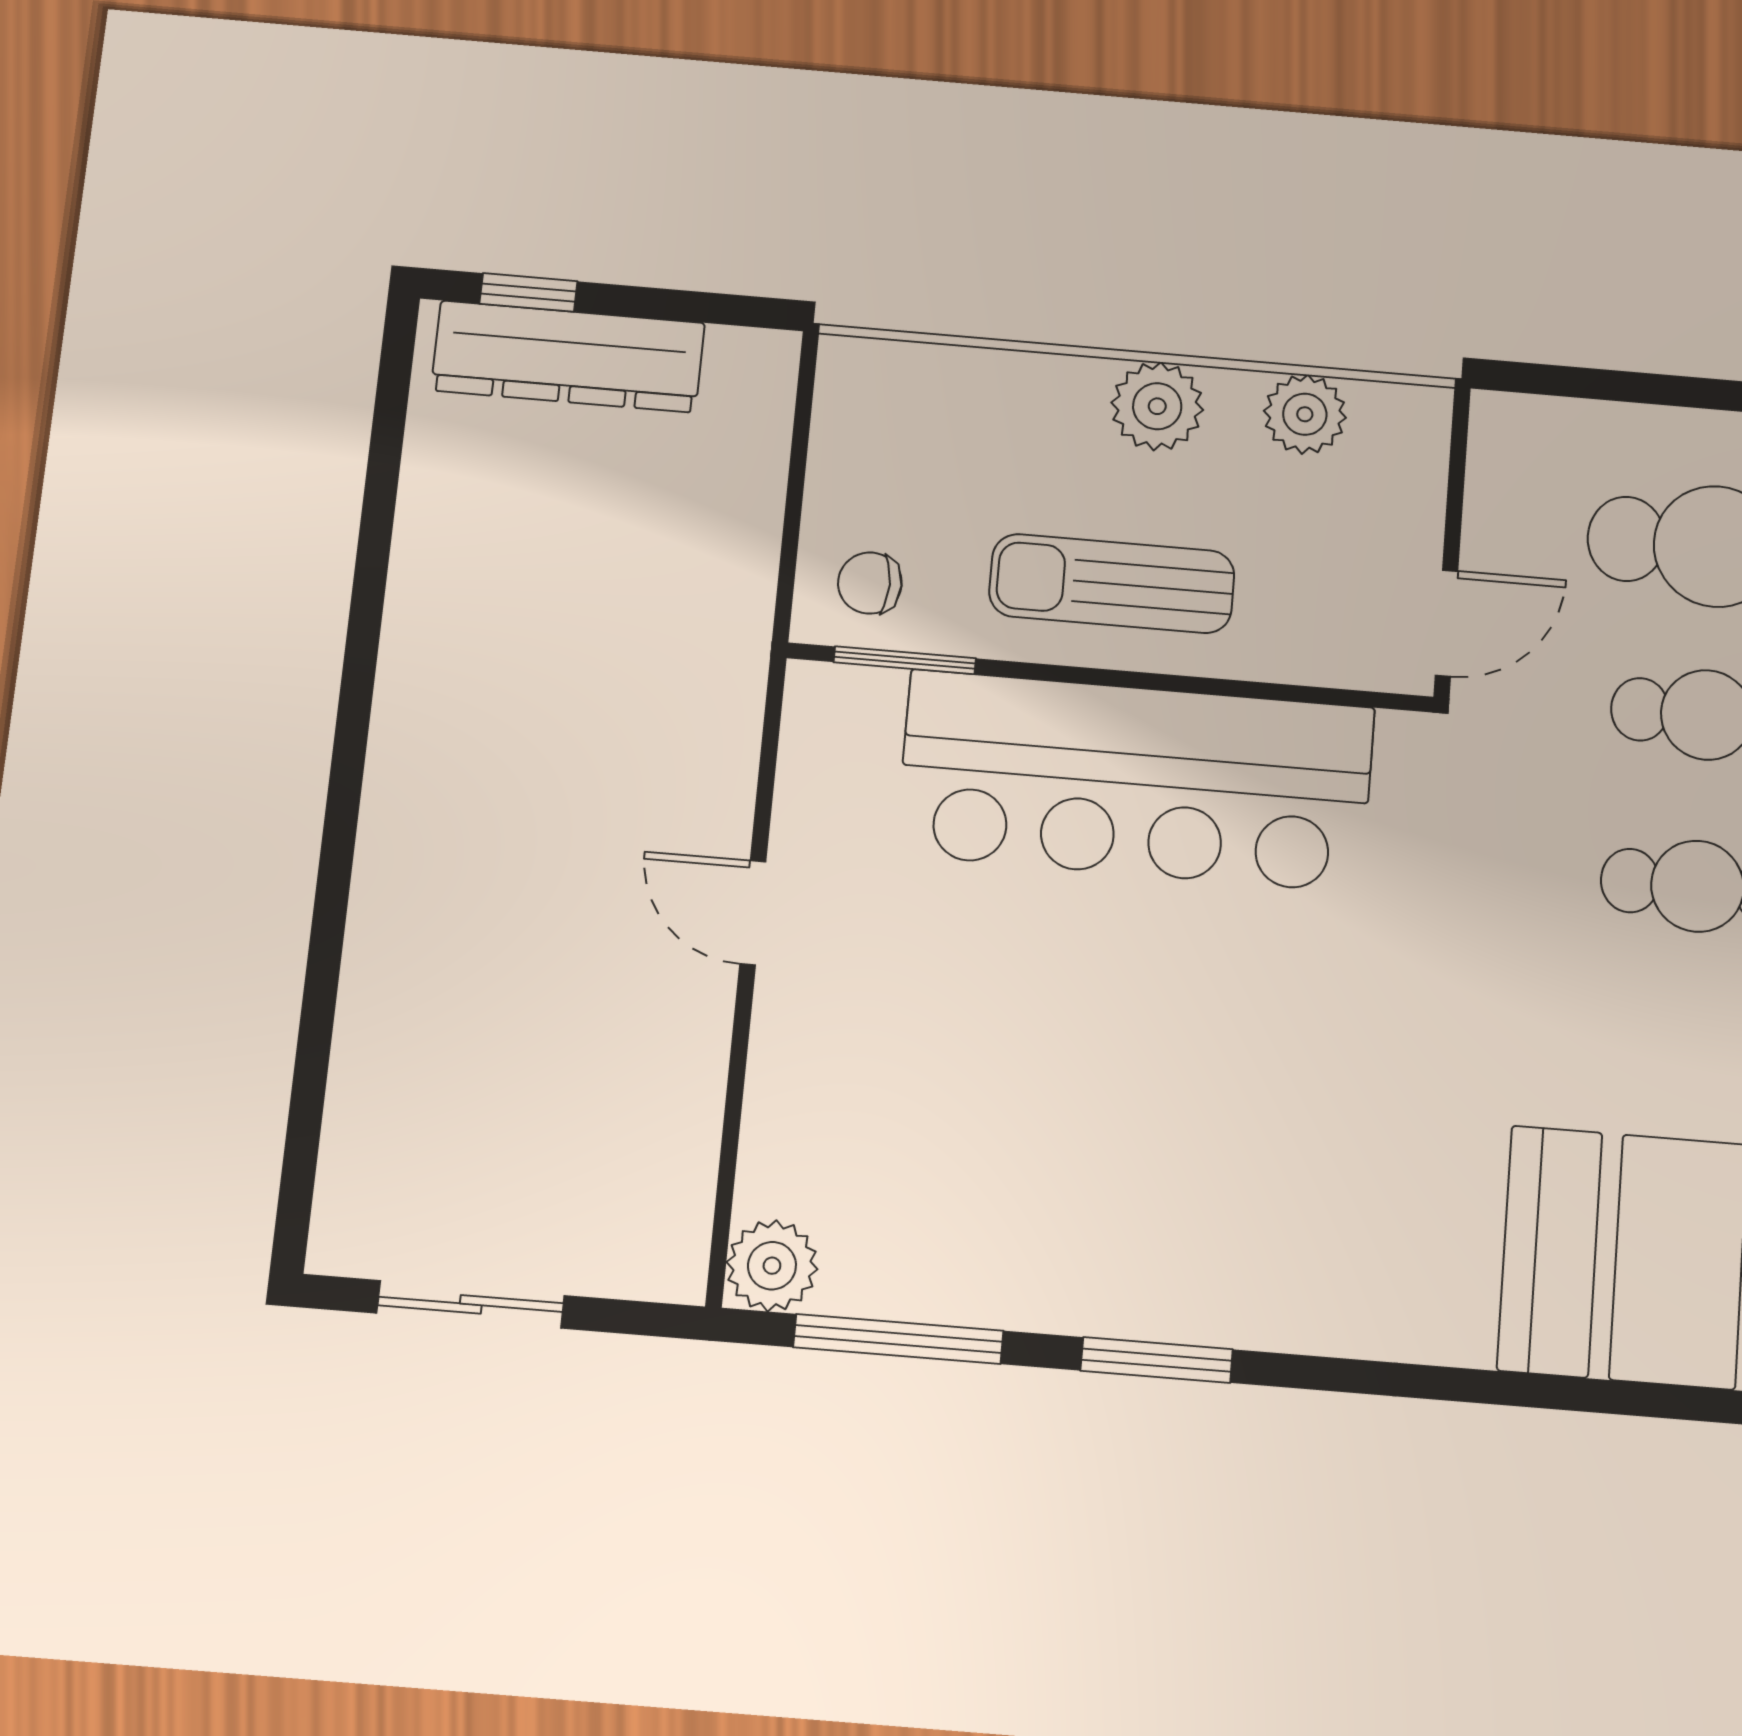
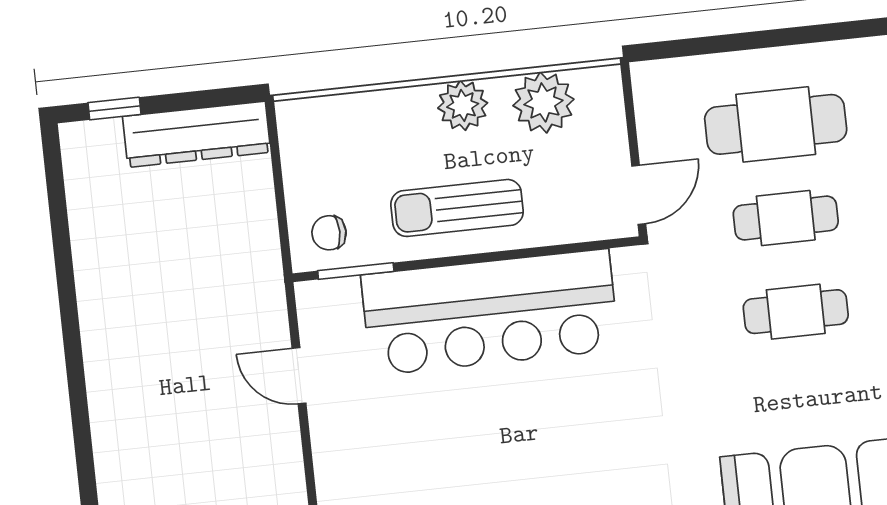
dresser: (568, 357) -> (197, 134), moved
plant: (1305, 414) -> (543, 102), width x1.36, depth x1.36
door: (753, 913) -> (299, 376), moved

